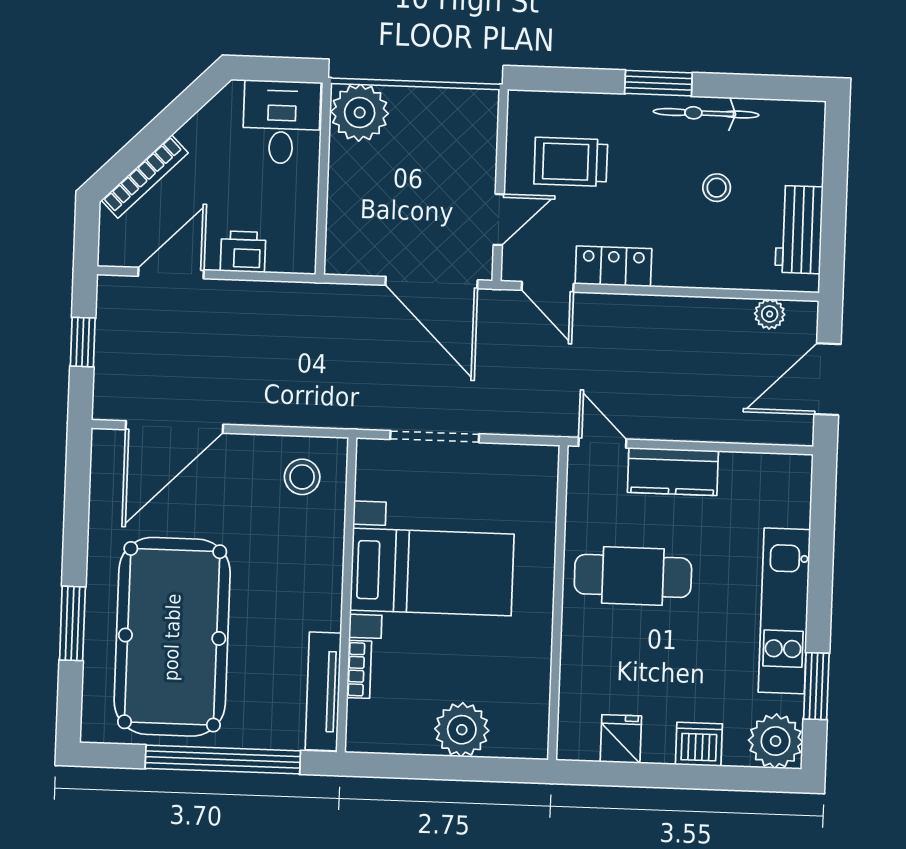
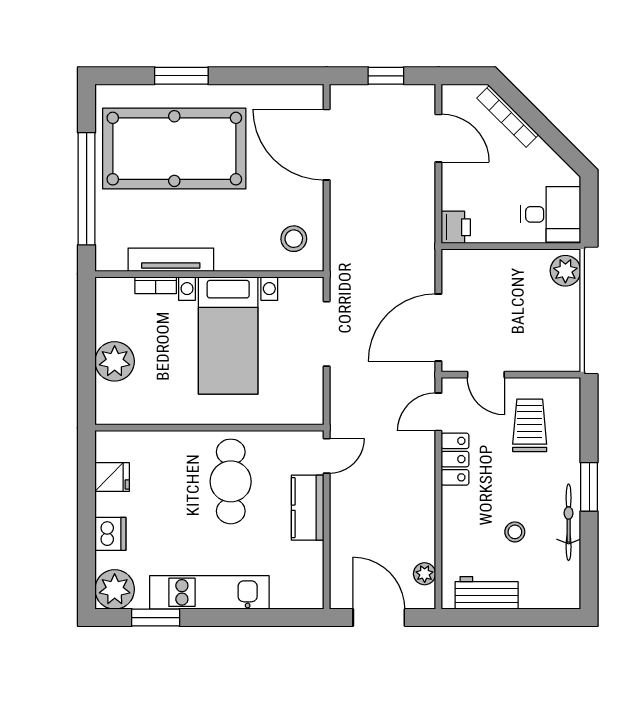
plant: (360, 113) -> (565, 271), width x0.73, depth x0.73
printer: (243, 252) -> (456, 227), moved
tv unit: (323, 691) -> (171, 260), moved

